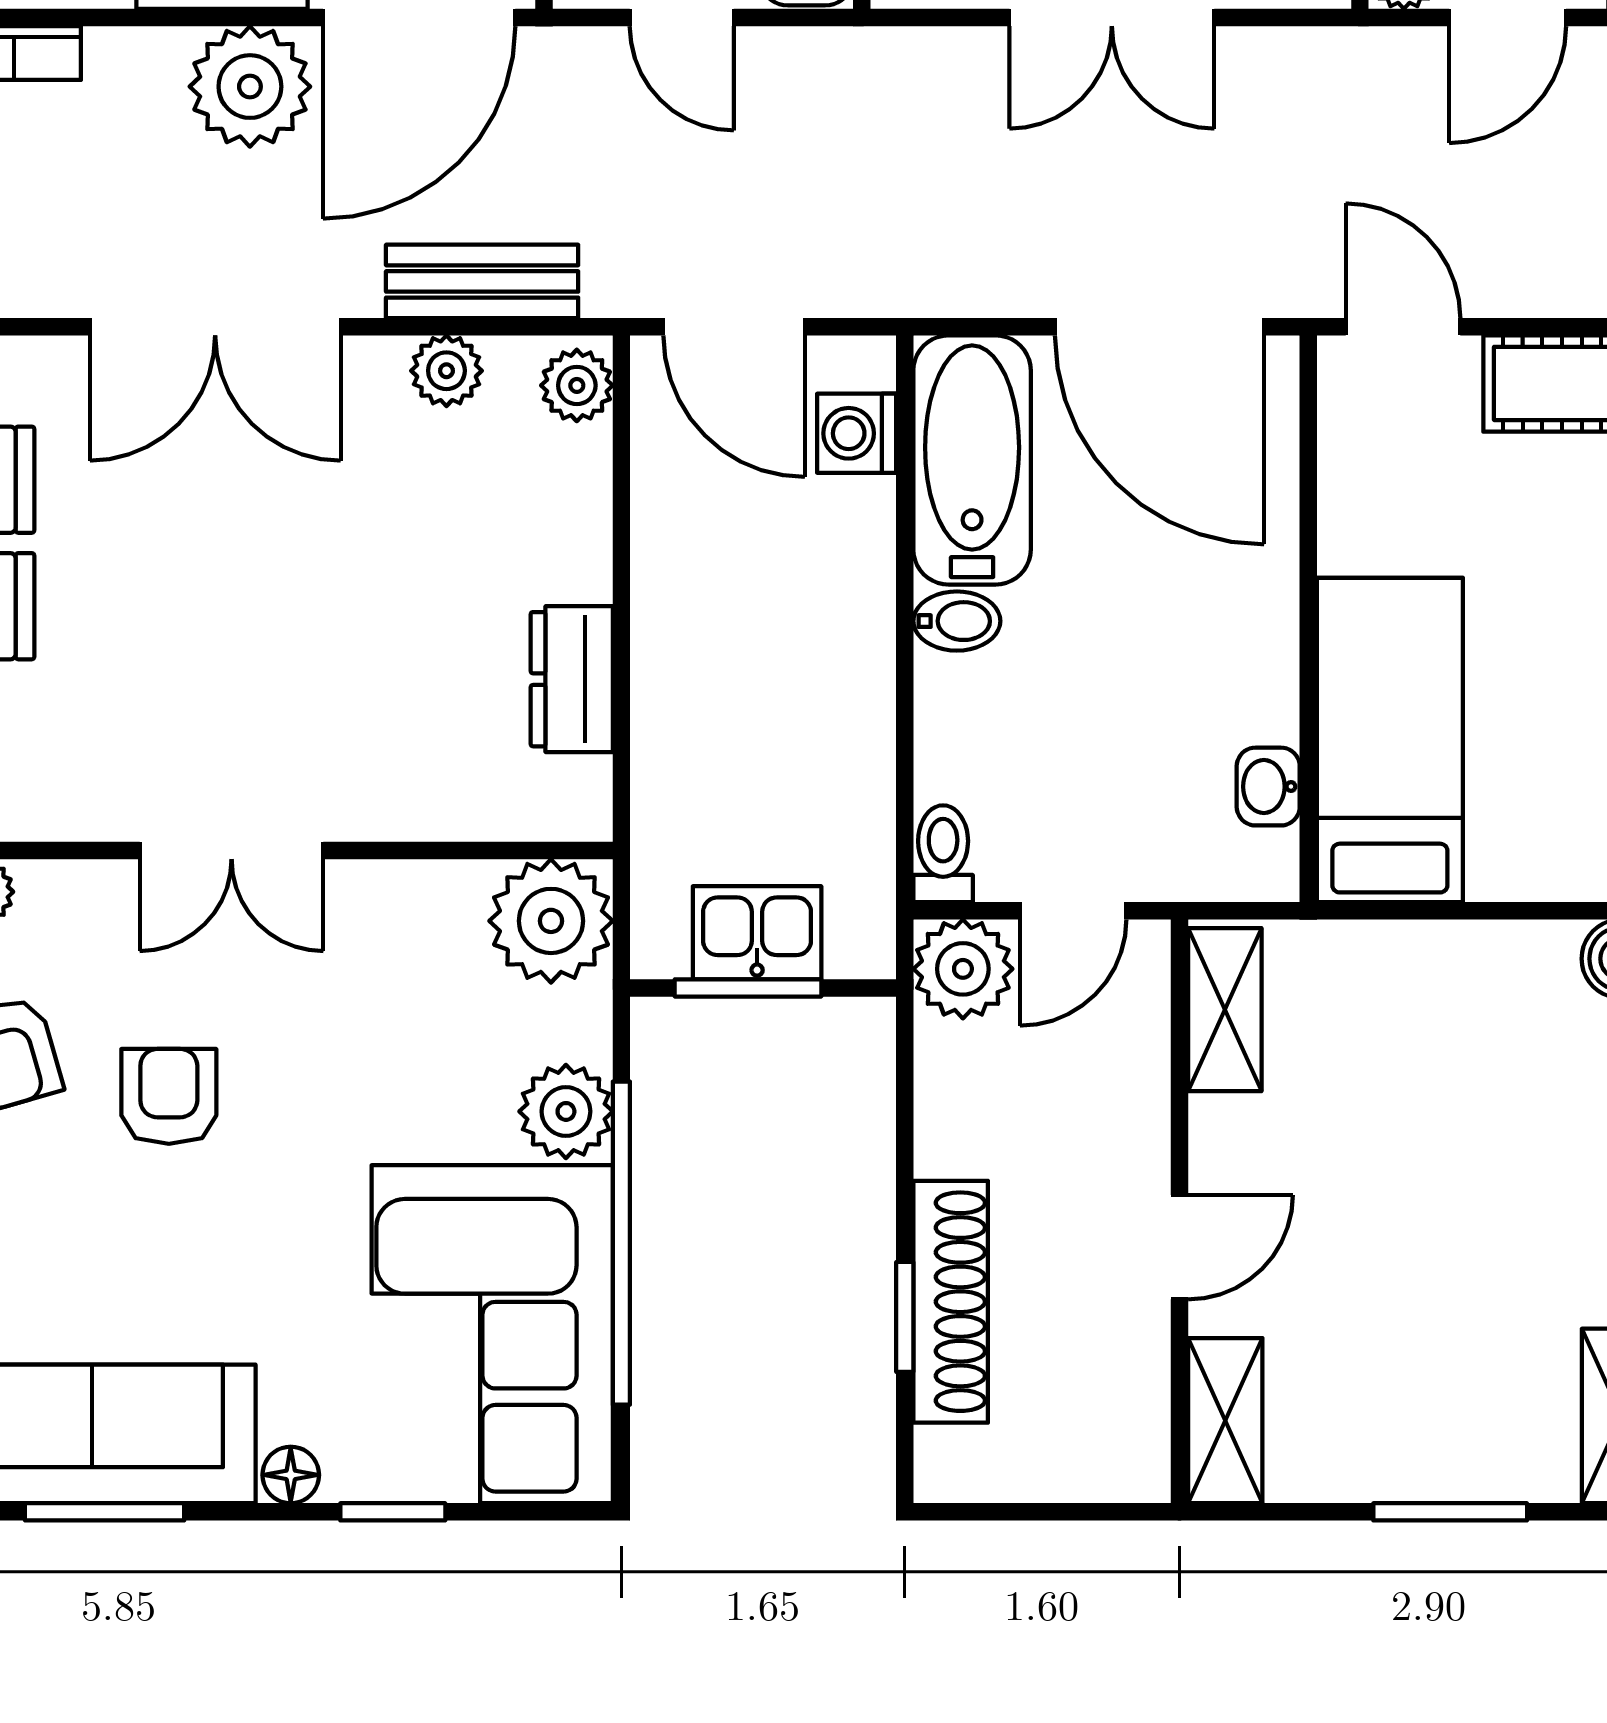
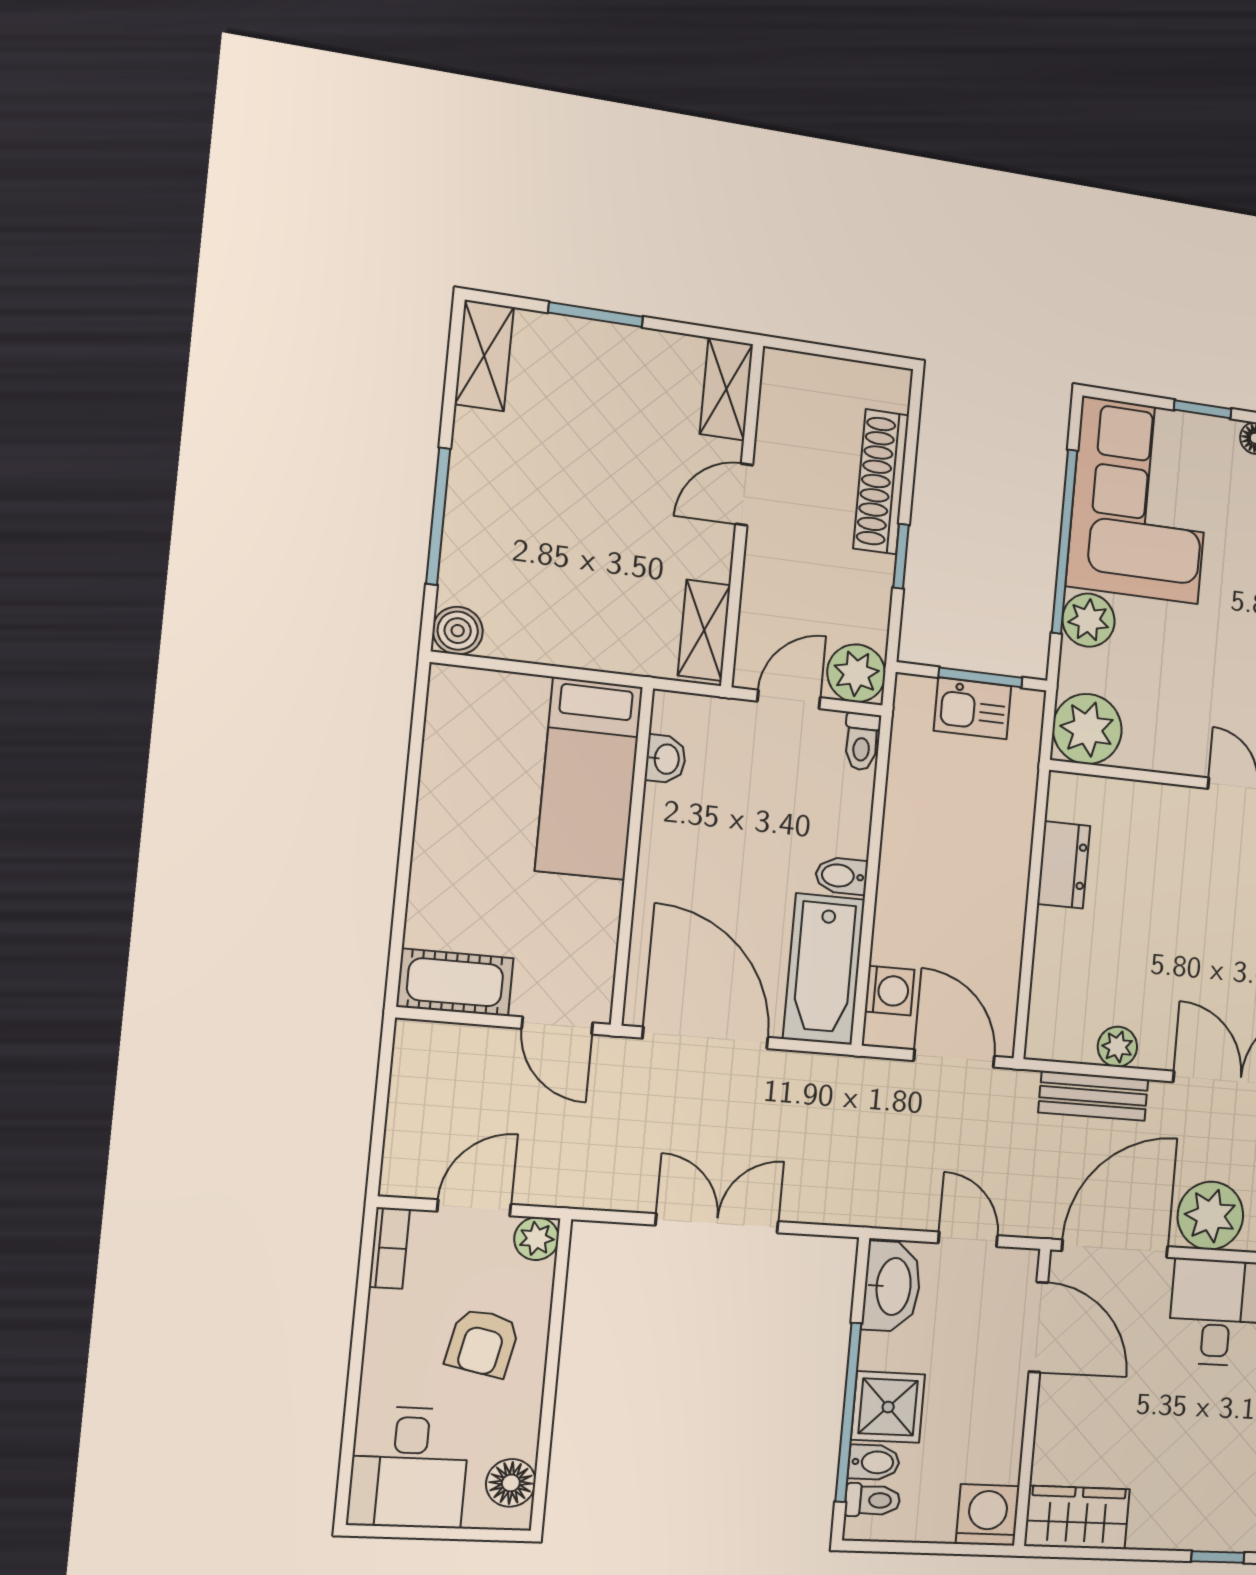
plant: (577, 385) -> (1046, 1032), removed
window: (905, 1317) -> (901, 556), moved

